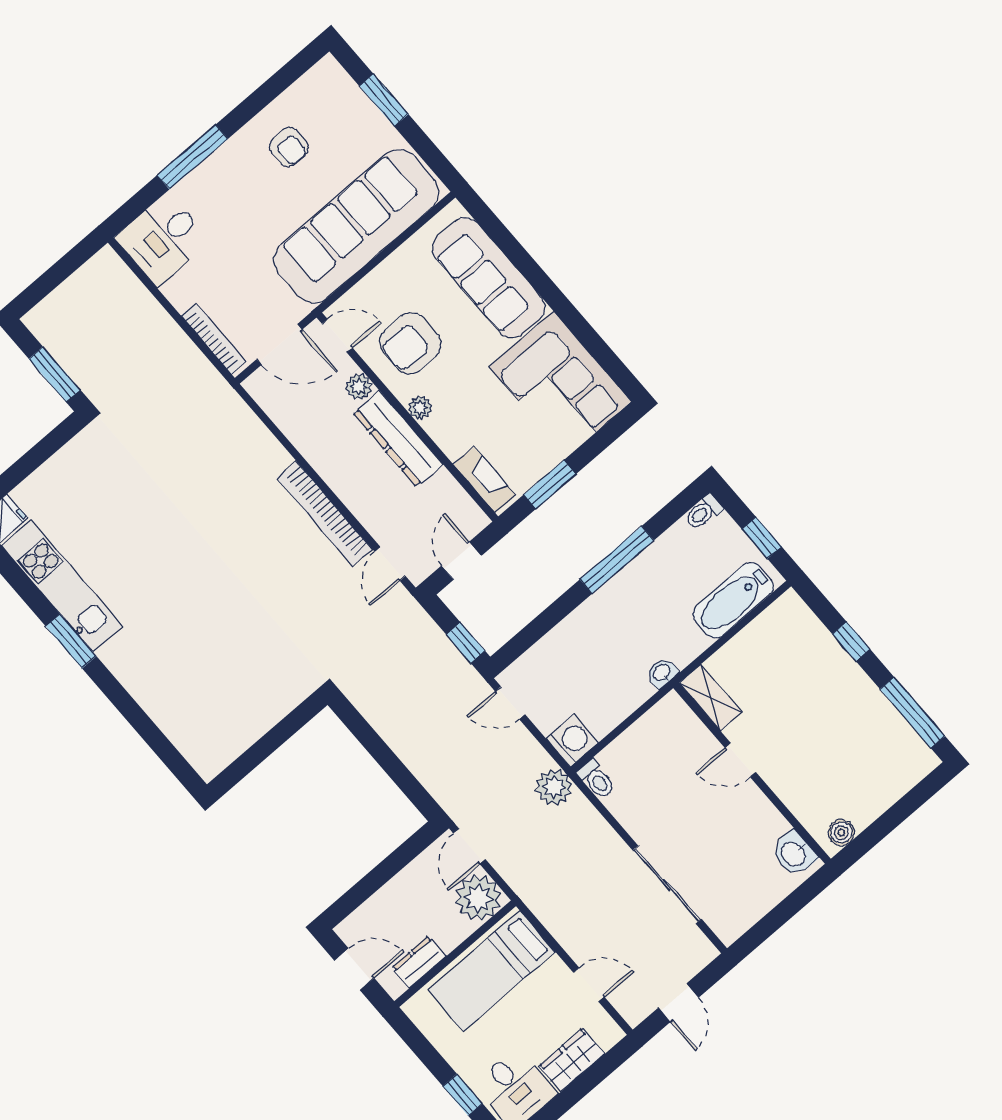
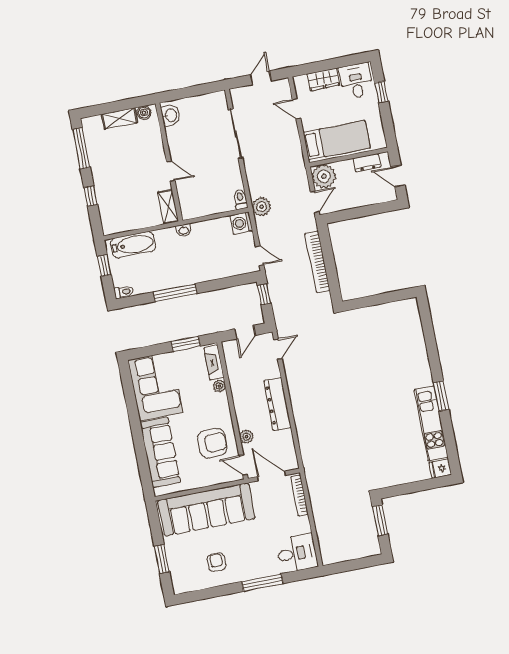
plant: (420, 408) -> (219, 386), moved
dresser: (398, 439) -> (277, 404), moved, turned 180
bookcase: (324, 514) -> (317, 262), moved, turned 180
shelving: (877, 800) -> (120, 118), added

